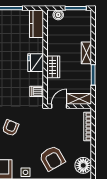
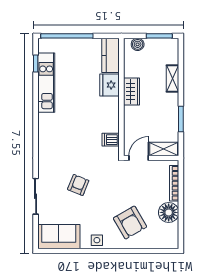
shelving: (86, 53) -> (173, 79), moved
fridge: (36, 63) -> (110, 85), moved
wardrobe: (53, 67) -> (131, 91), moved
floor lamp: (83, 165) -> (169, 212), moved

